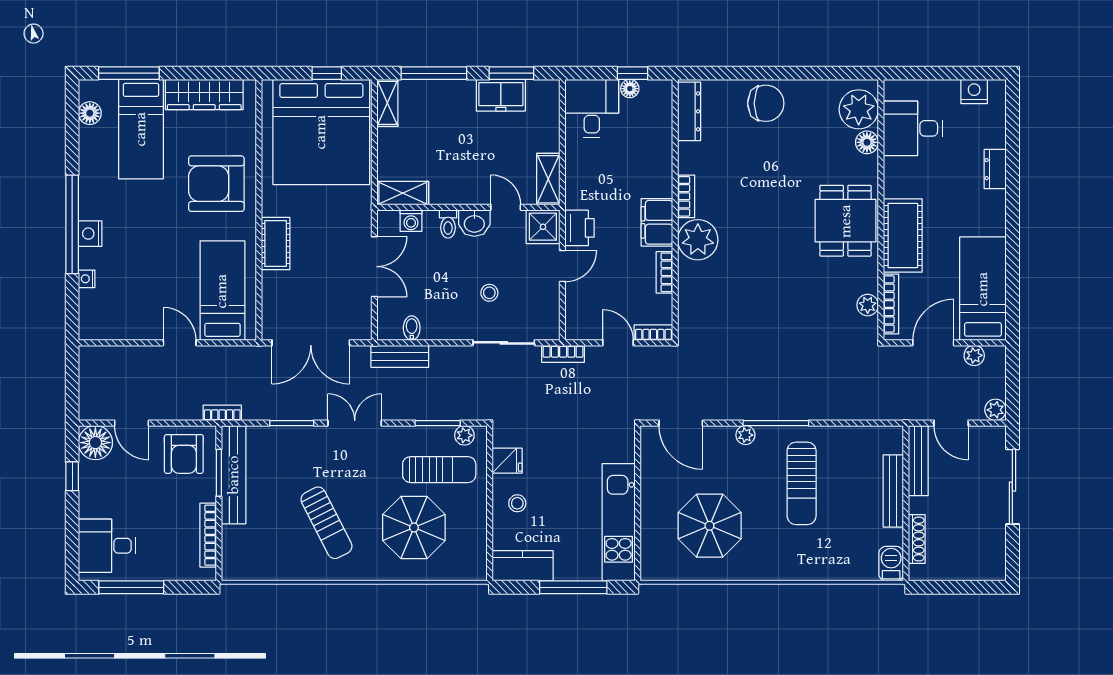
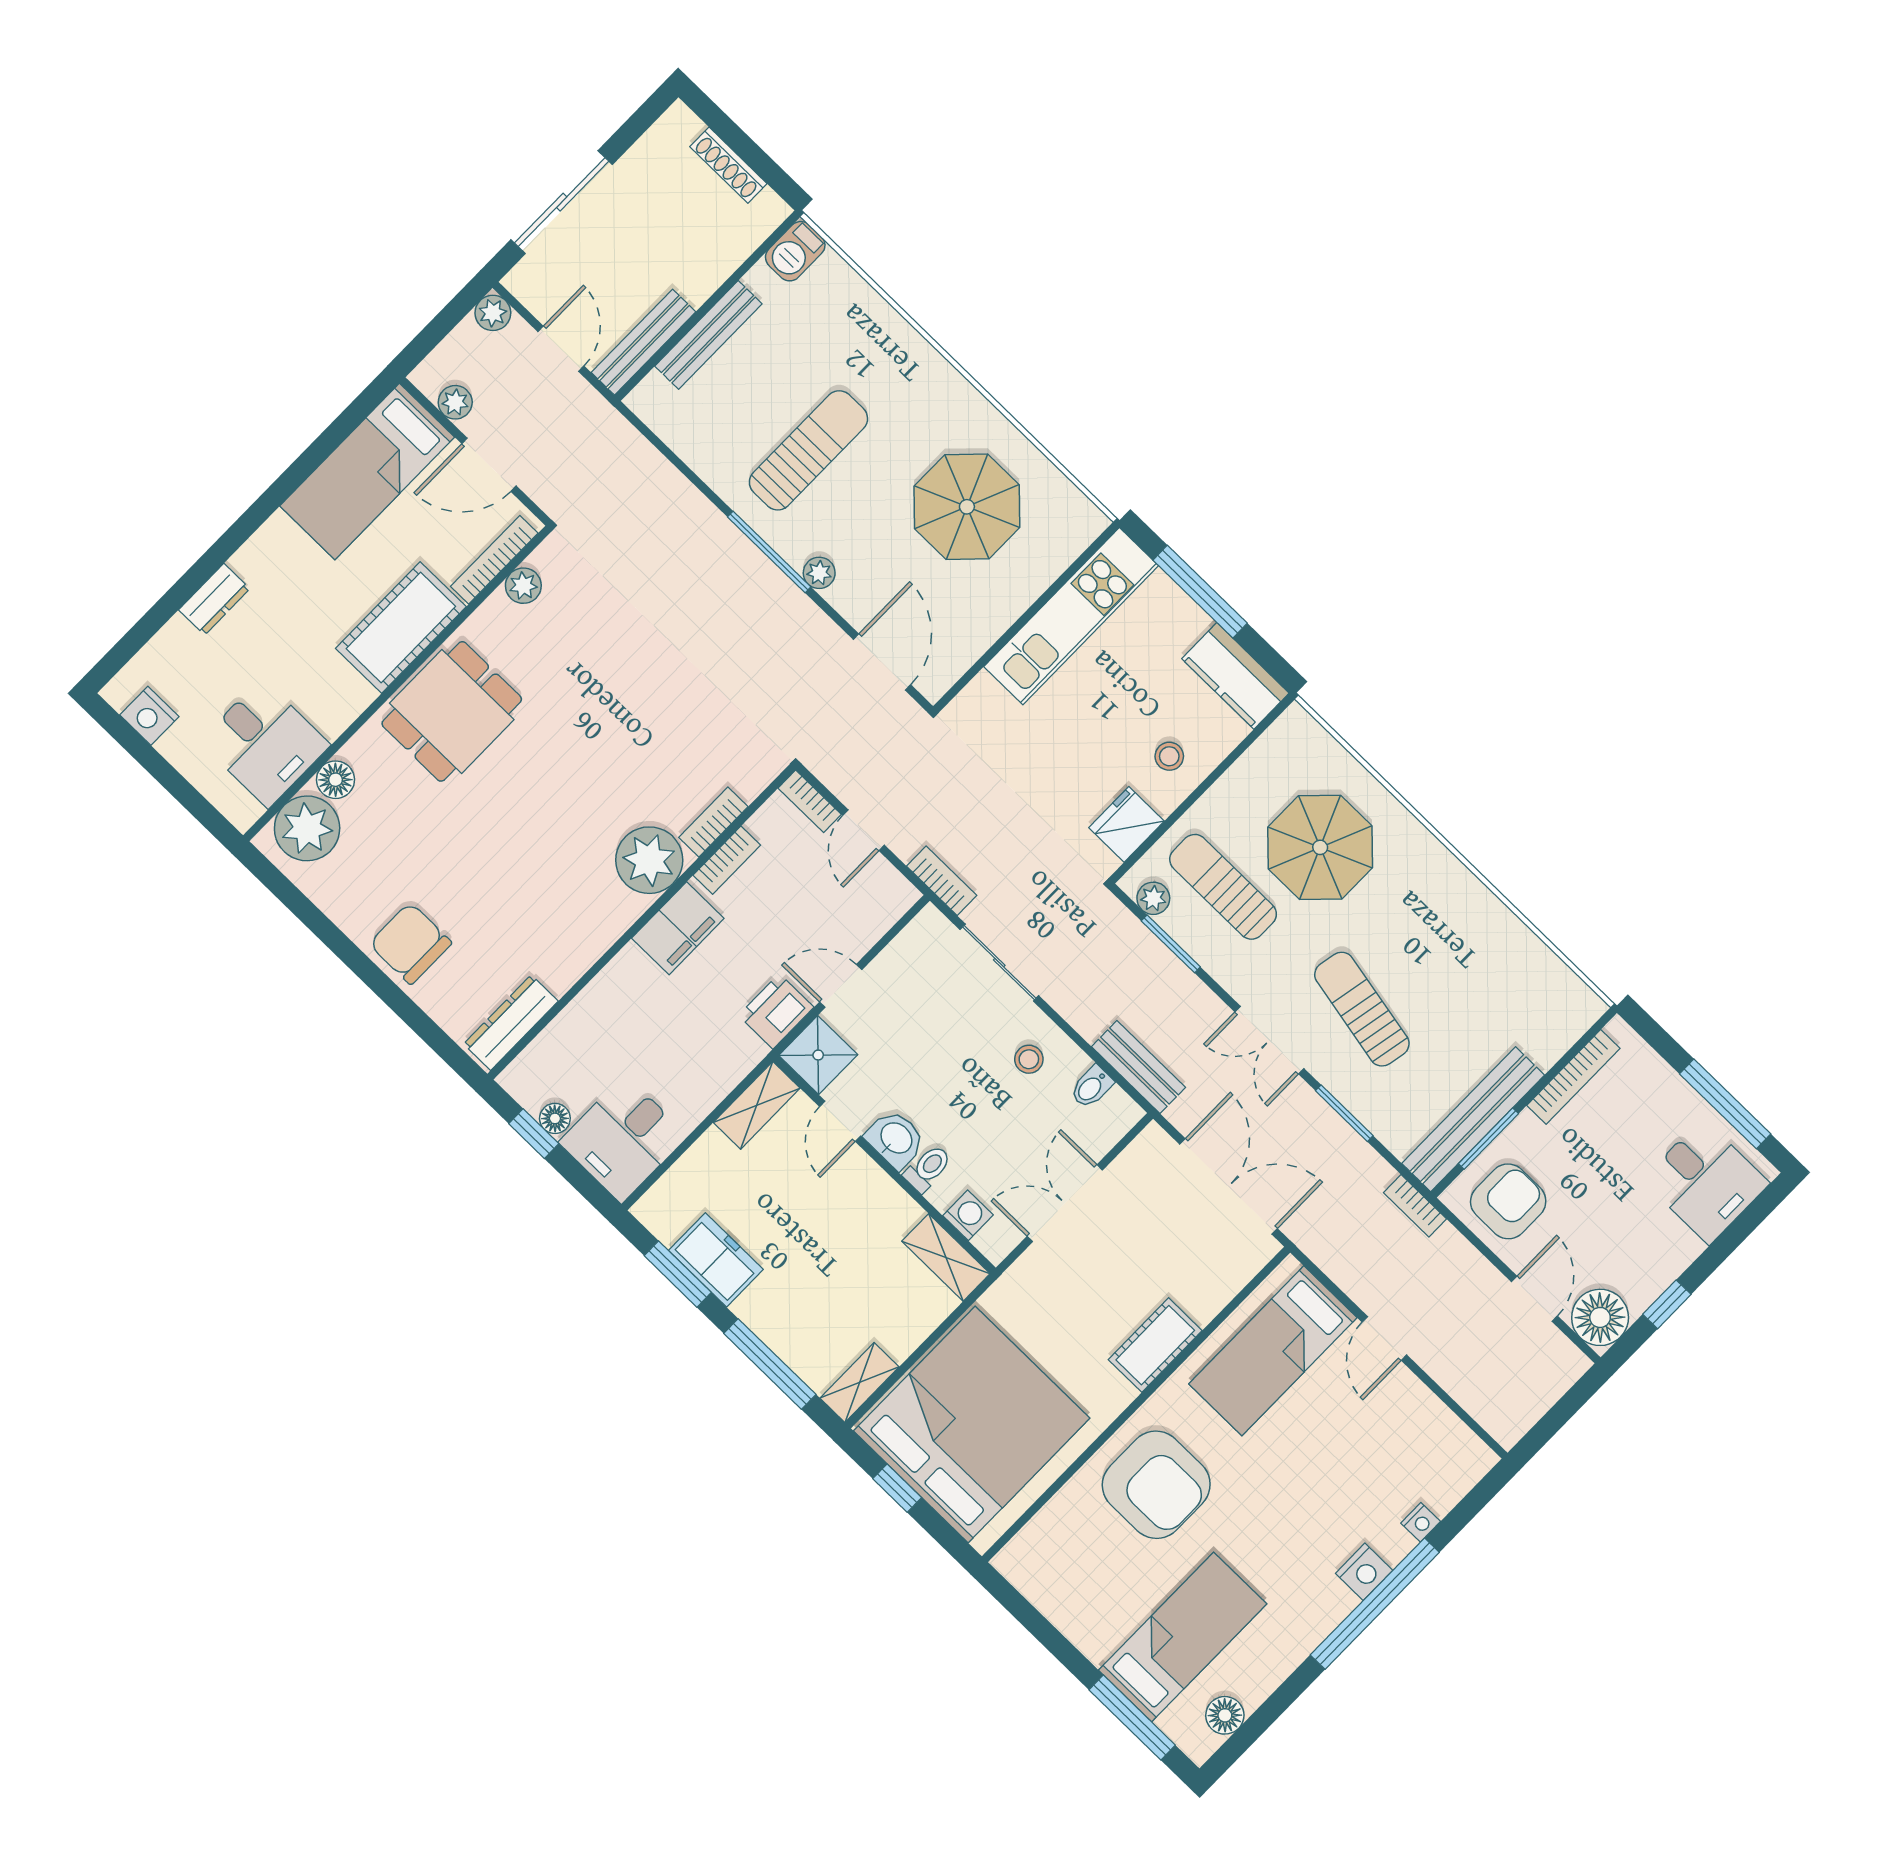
wardrobe: (204, 95) -> (1067, 1605), removed
bookcase: (686, 196) -> (713, 822), moved
stool: (489, 293) -> (1029, 1059), moved
fridge: (507, 461) -> (1126, 824), width x1.38
sun lounger: (326, 523) -> (1362, 1009), moved, turned -52
shoe rack: (917, 539) -> (728, 165), moved, turned -90

